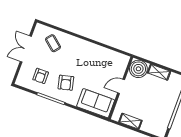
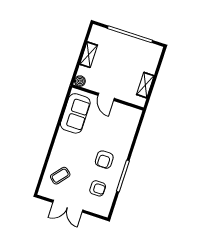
boiler: (138, 69) -> (80, 81), width x0.54, depth x0.54
armchair: (66, 83) -> (104, 160), turned 104
sofa: (96, 103) -> (75, 113), moved, turned 180

